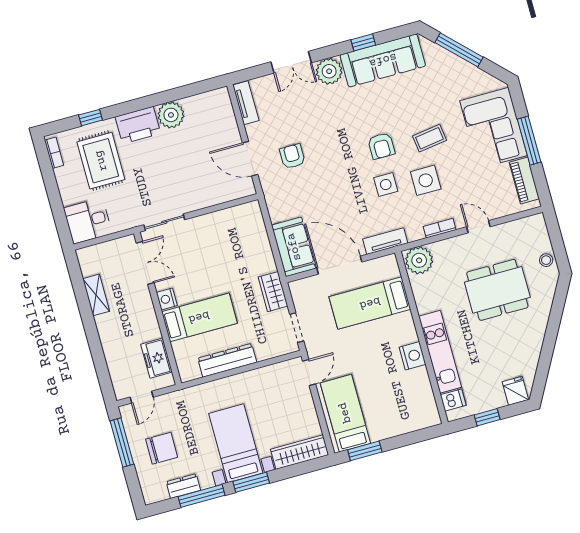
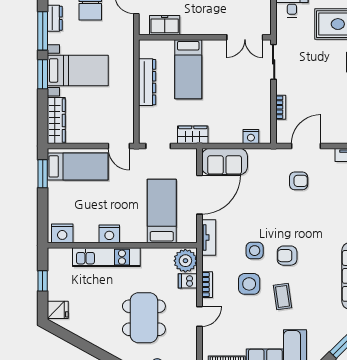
bookcase: (214, 200) -> (281, 107), added
nightstand: (167, 299) -> (251, 136), moved, turned 180
dishwasher: (453, 400) -> (188, 281), moved, turned 90
nightstand: (427, 410) -> (62, 233), added

